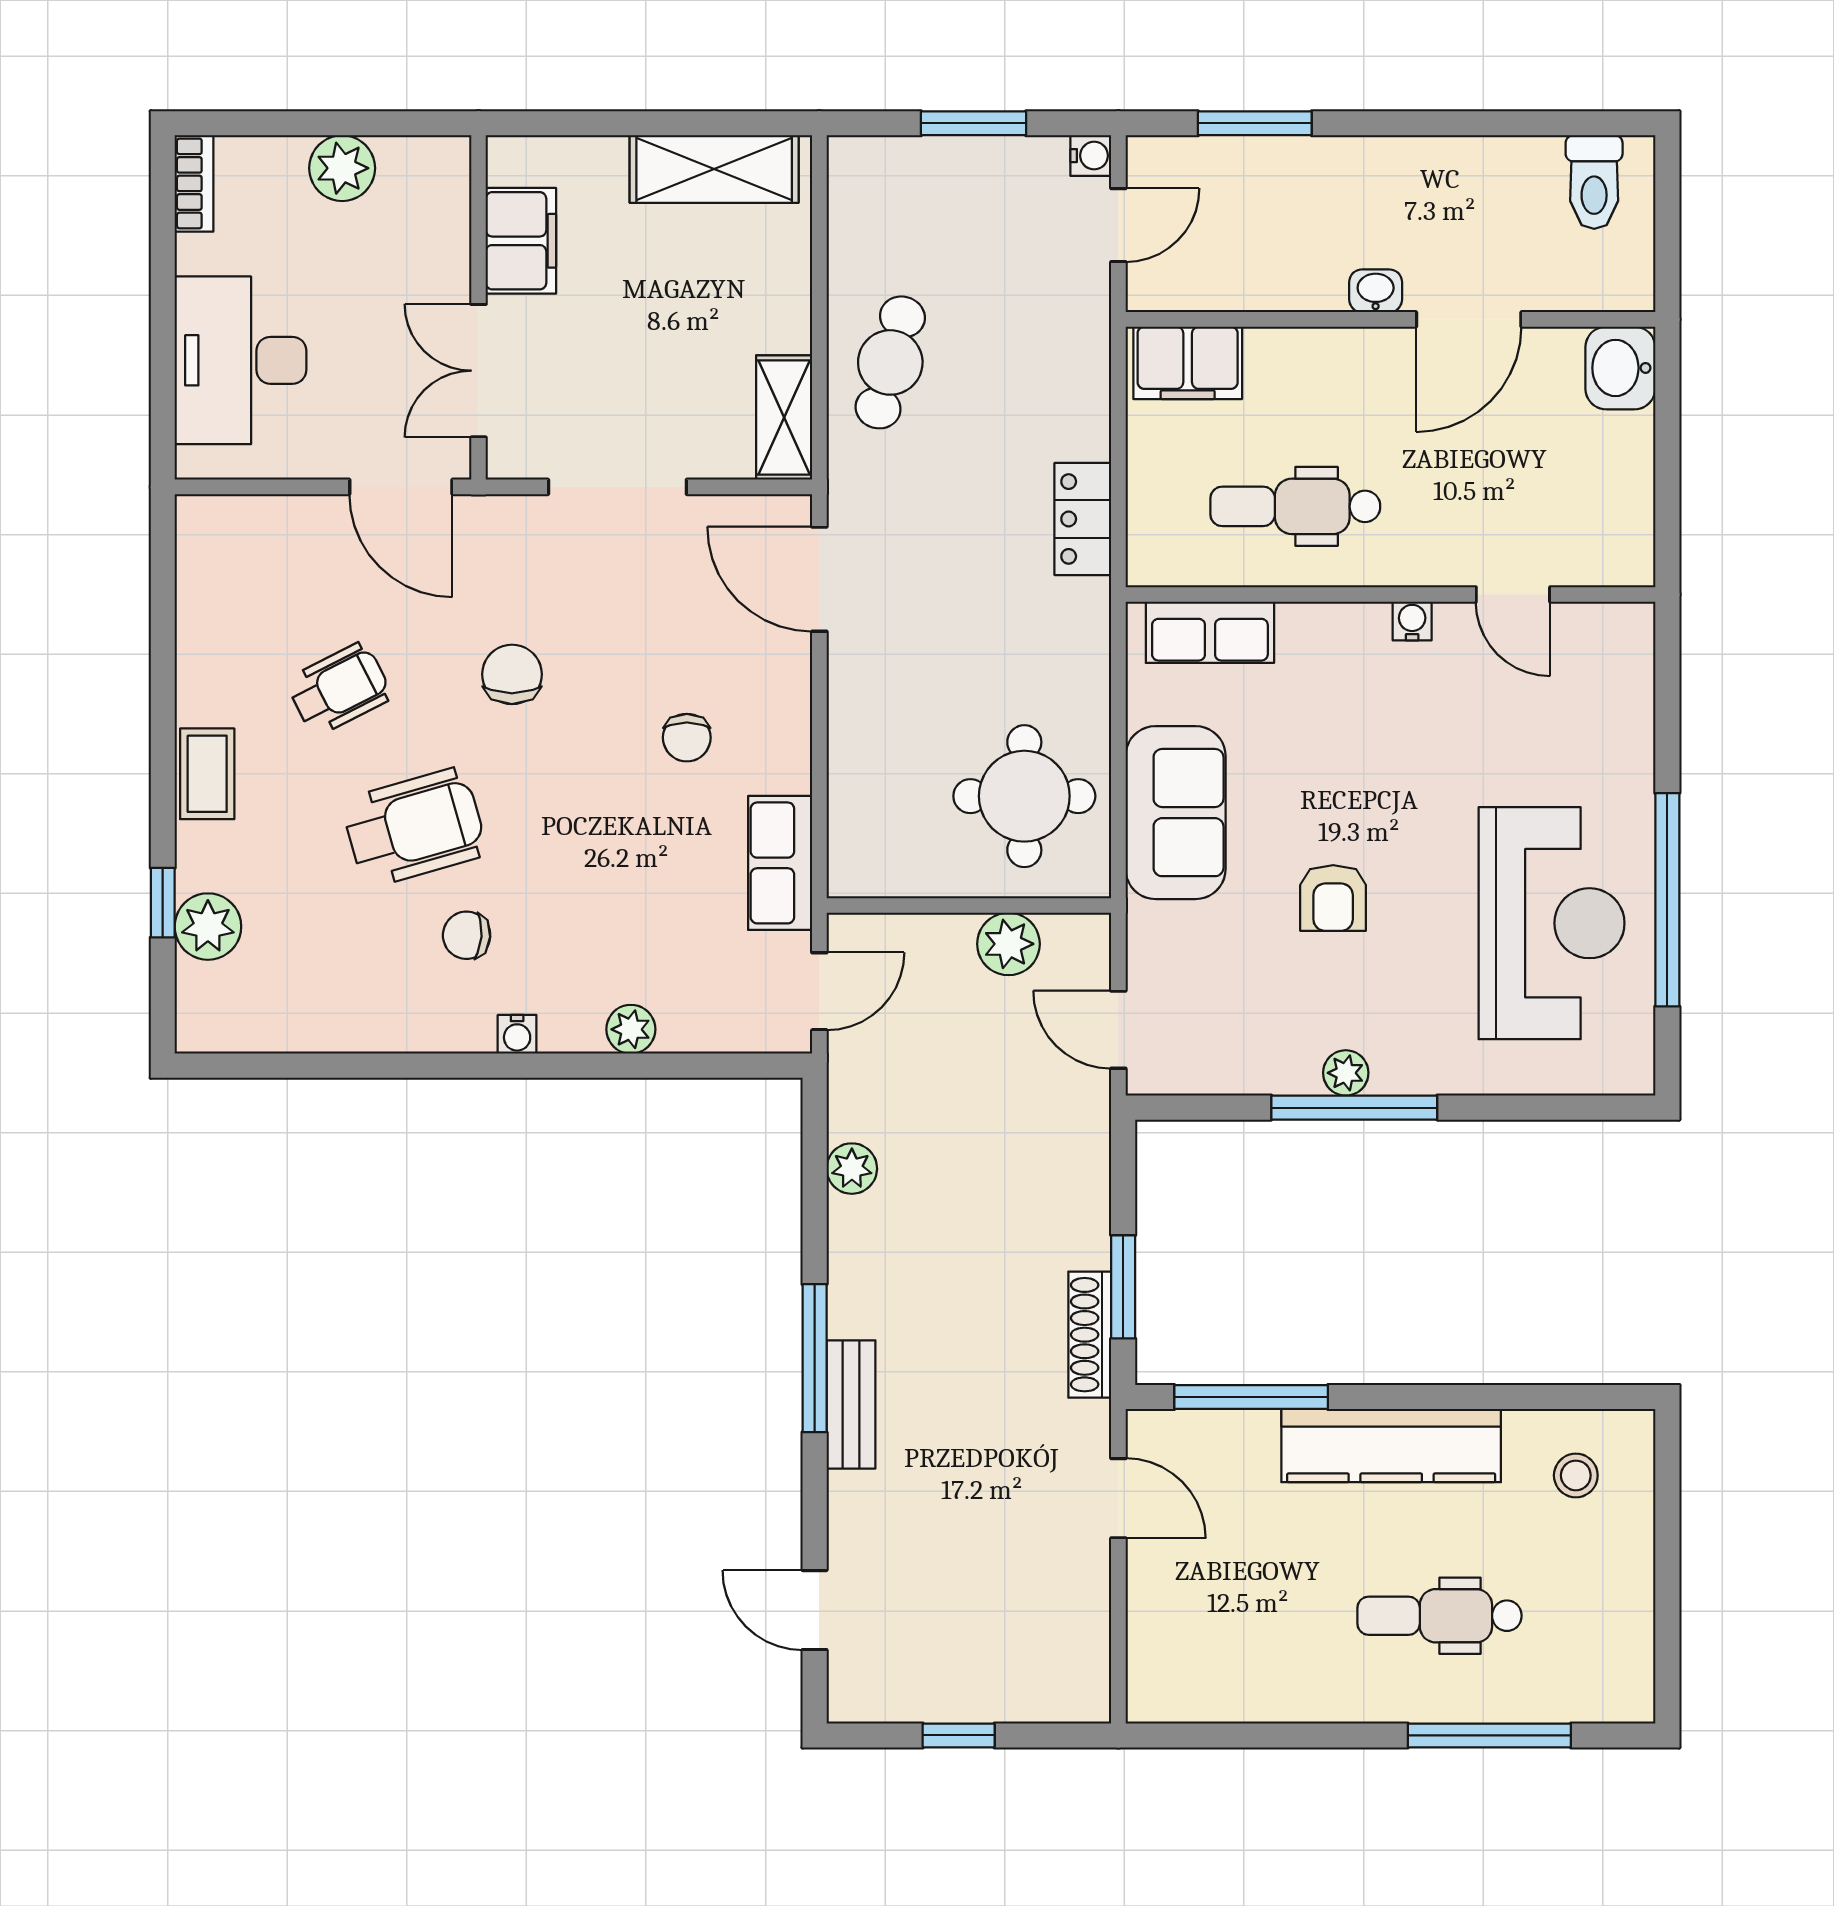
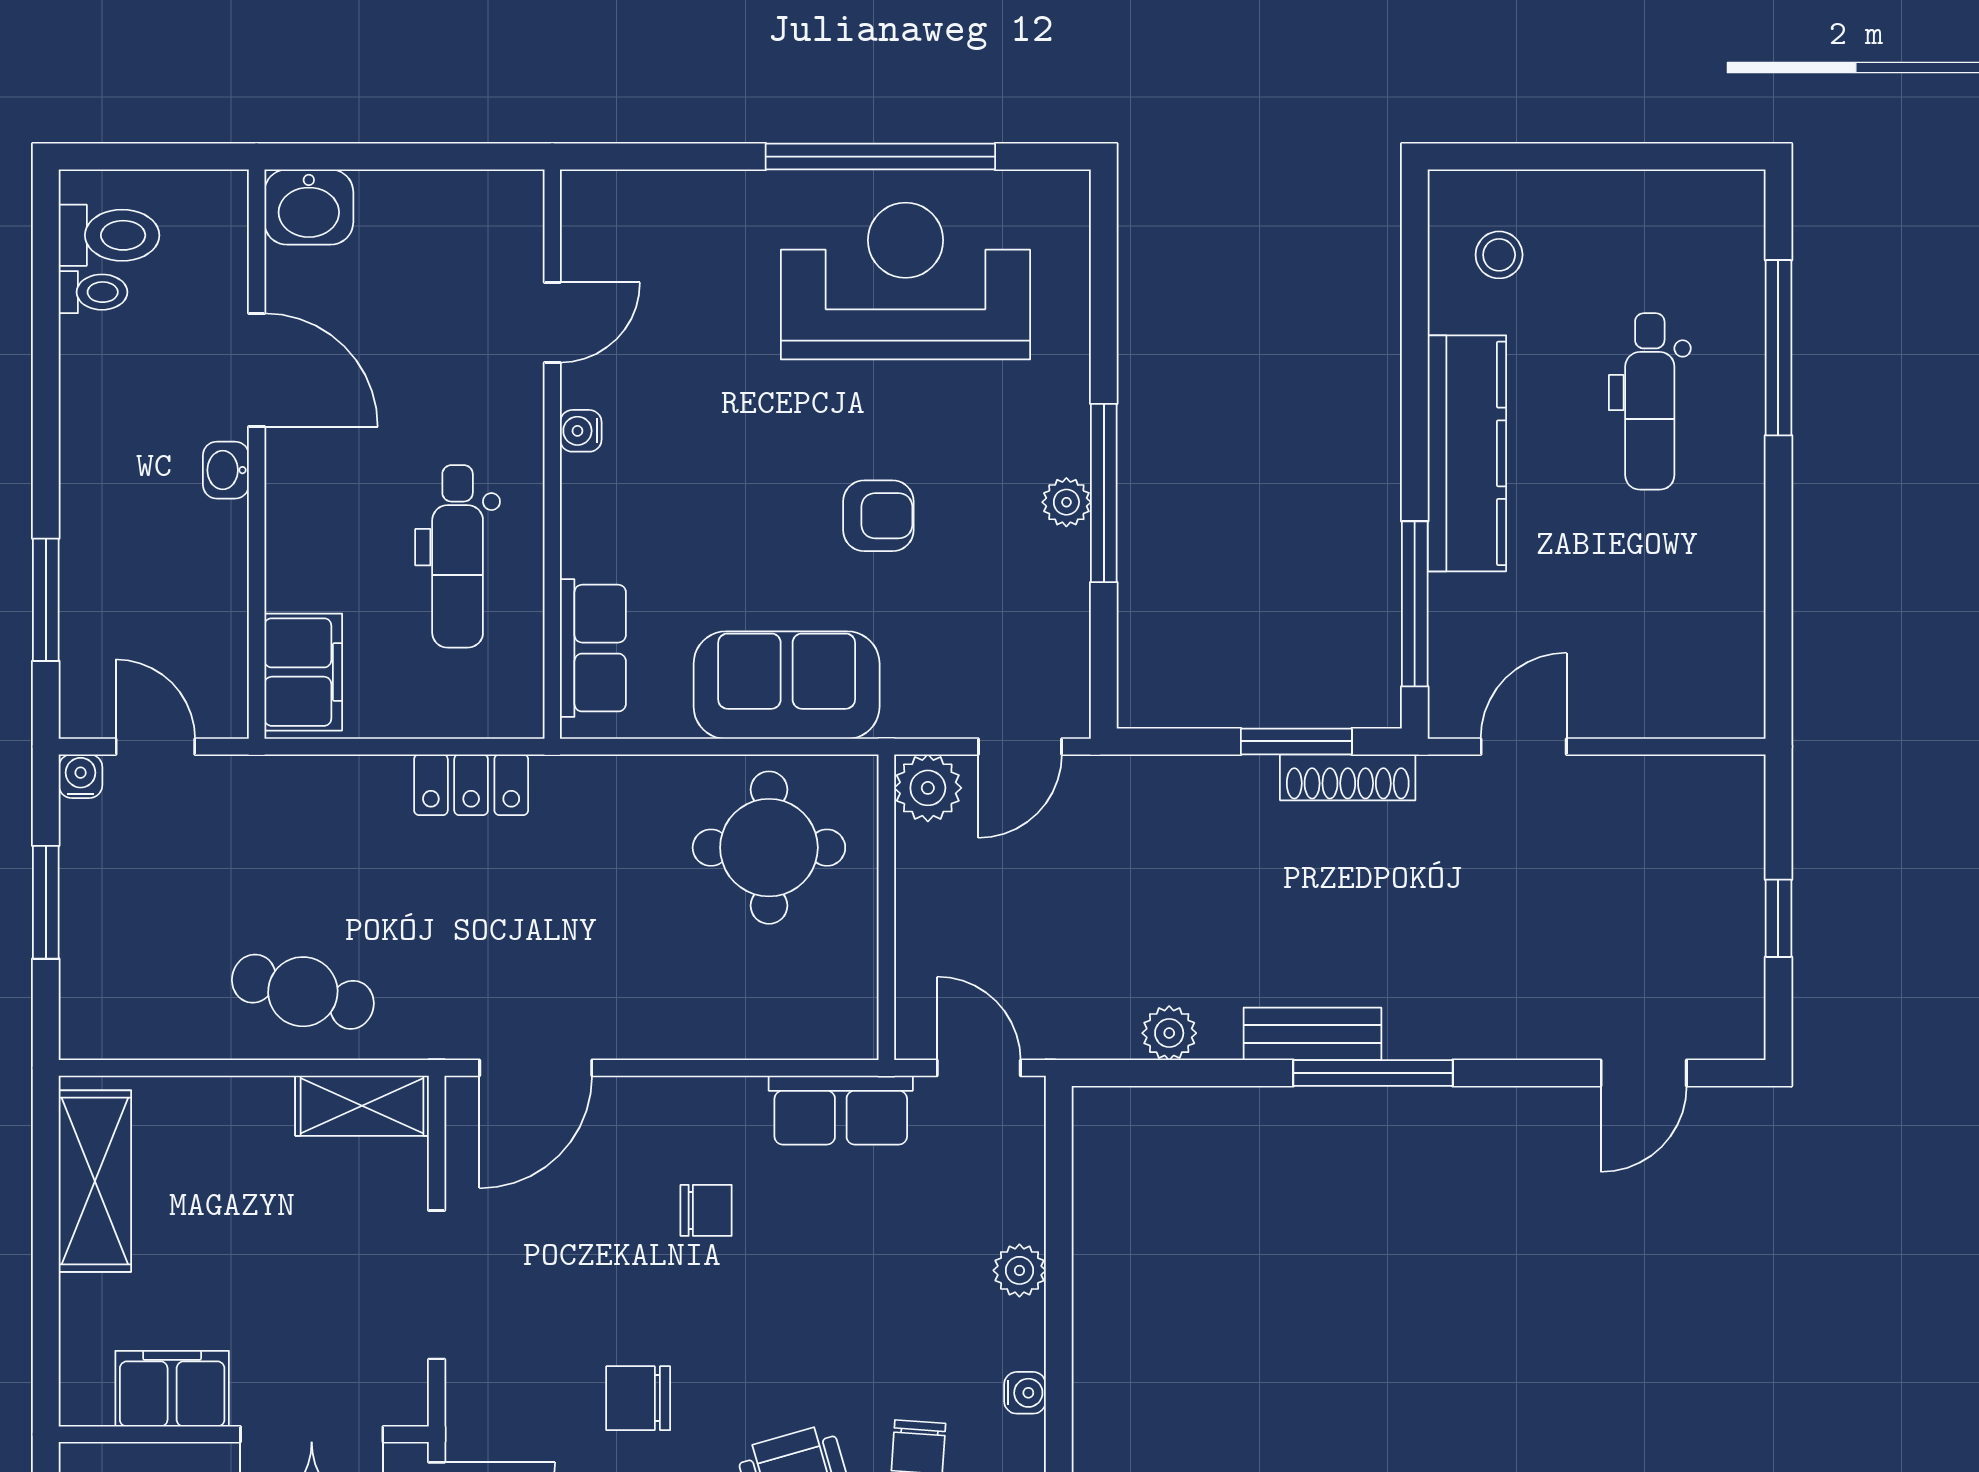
toilet: (1541, 167) -> (93, 292), added
plant: (1008, 944) -> (928, 788), moved
bench: (851, 1404) -> (1312, 1034), moved

